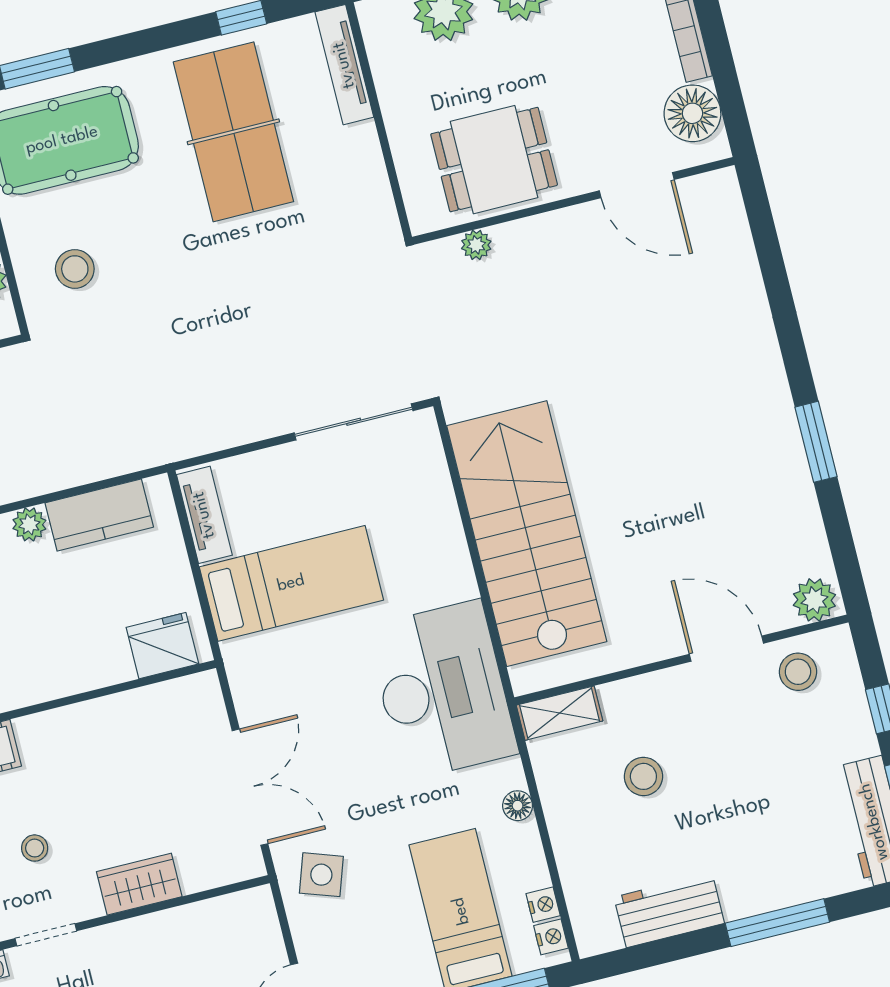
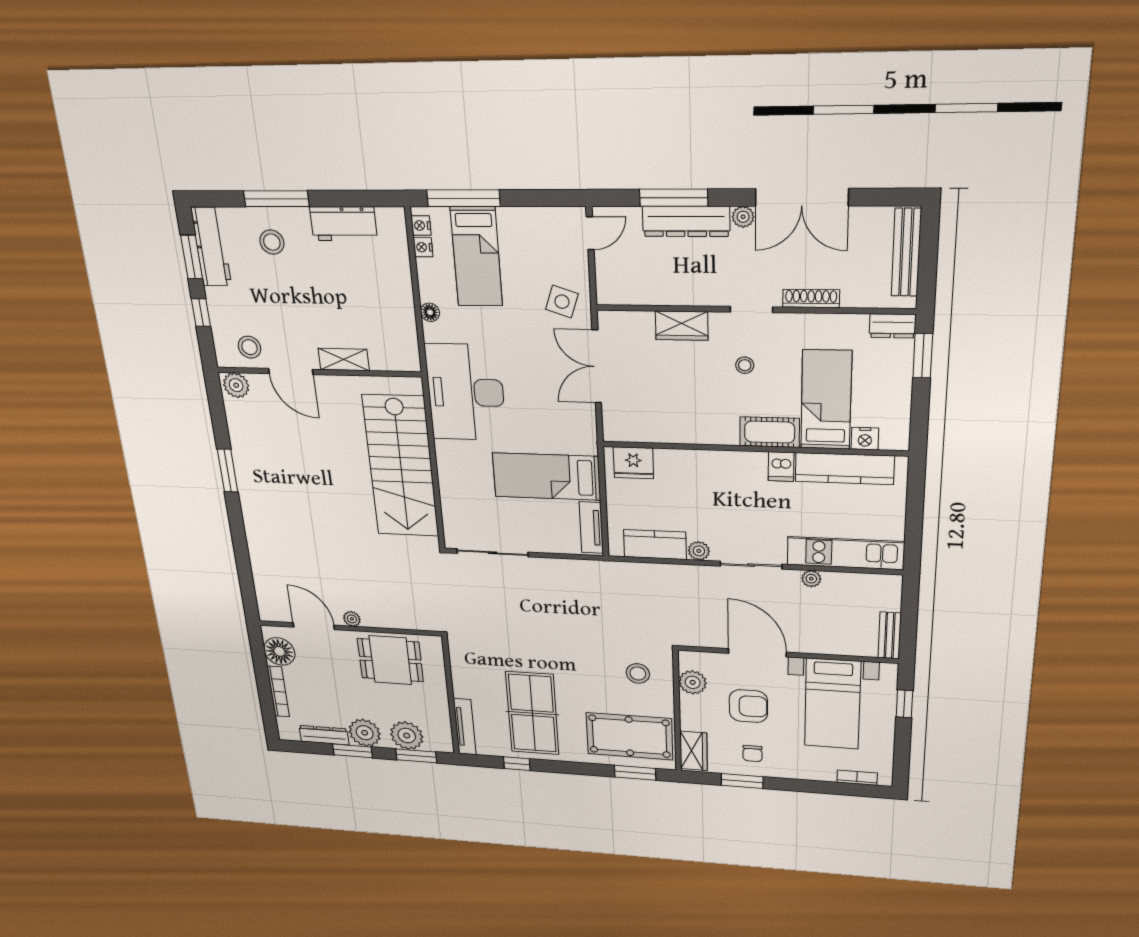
plant: (476, 245) -> (352, 619), moved
shelving: (560, 713) -> (344, 359), moved
stool: (643, 776) -> (272, 242), moved

